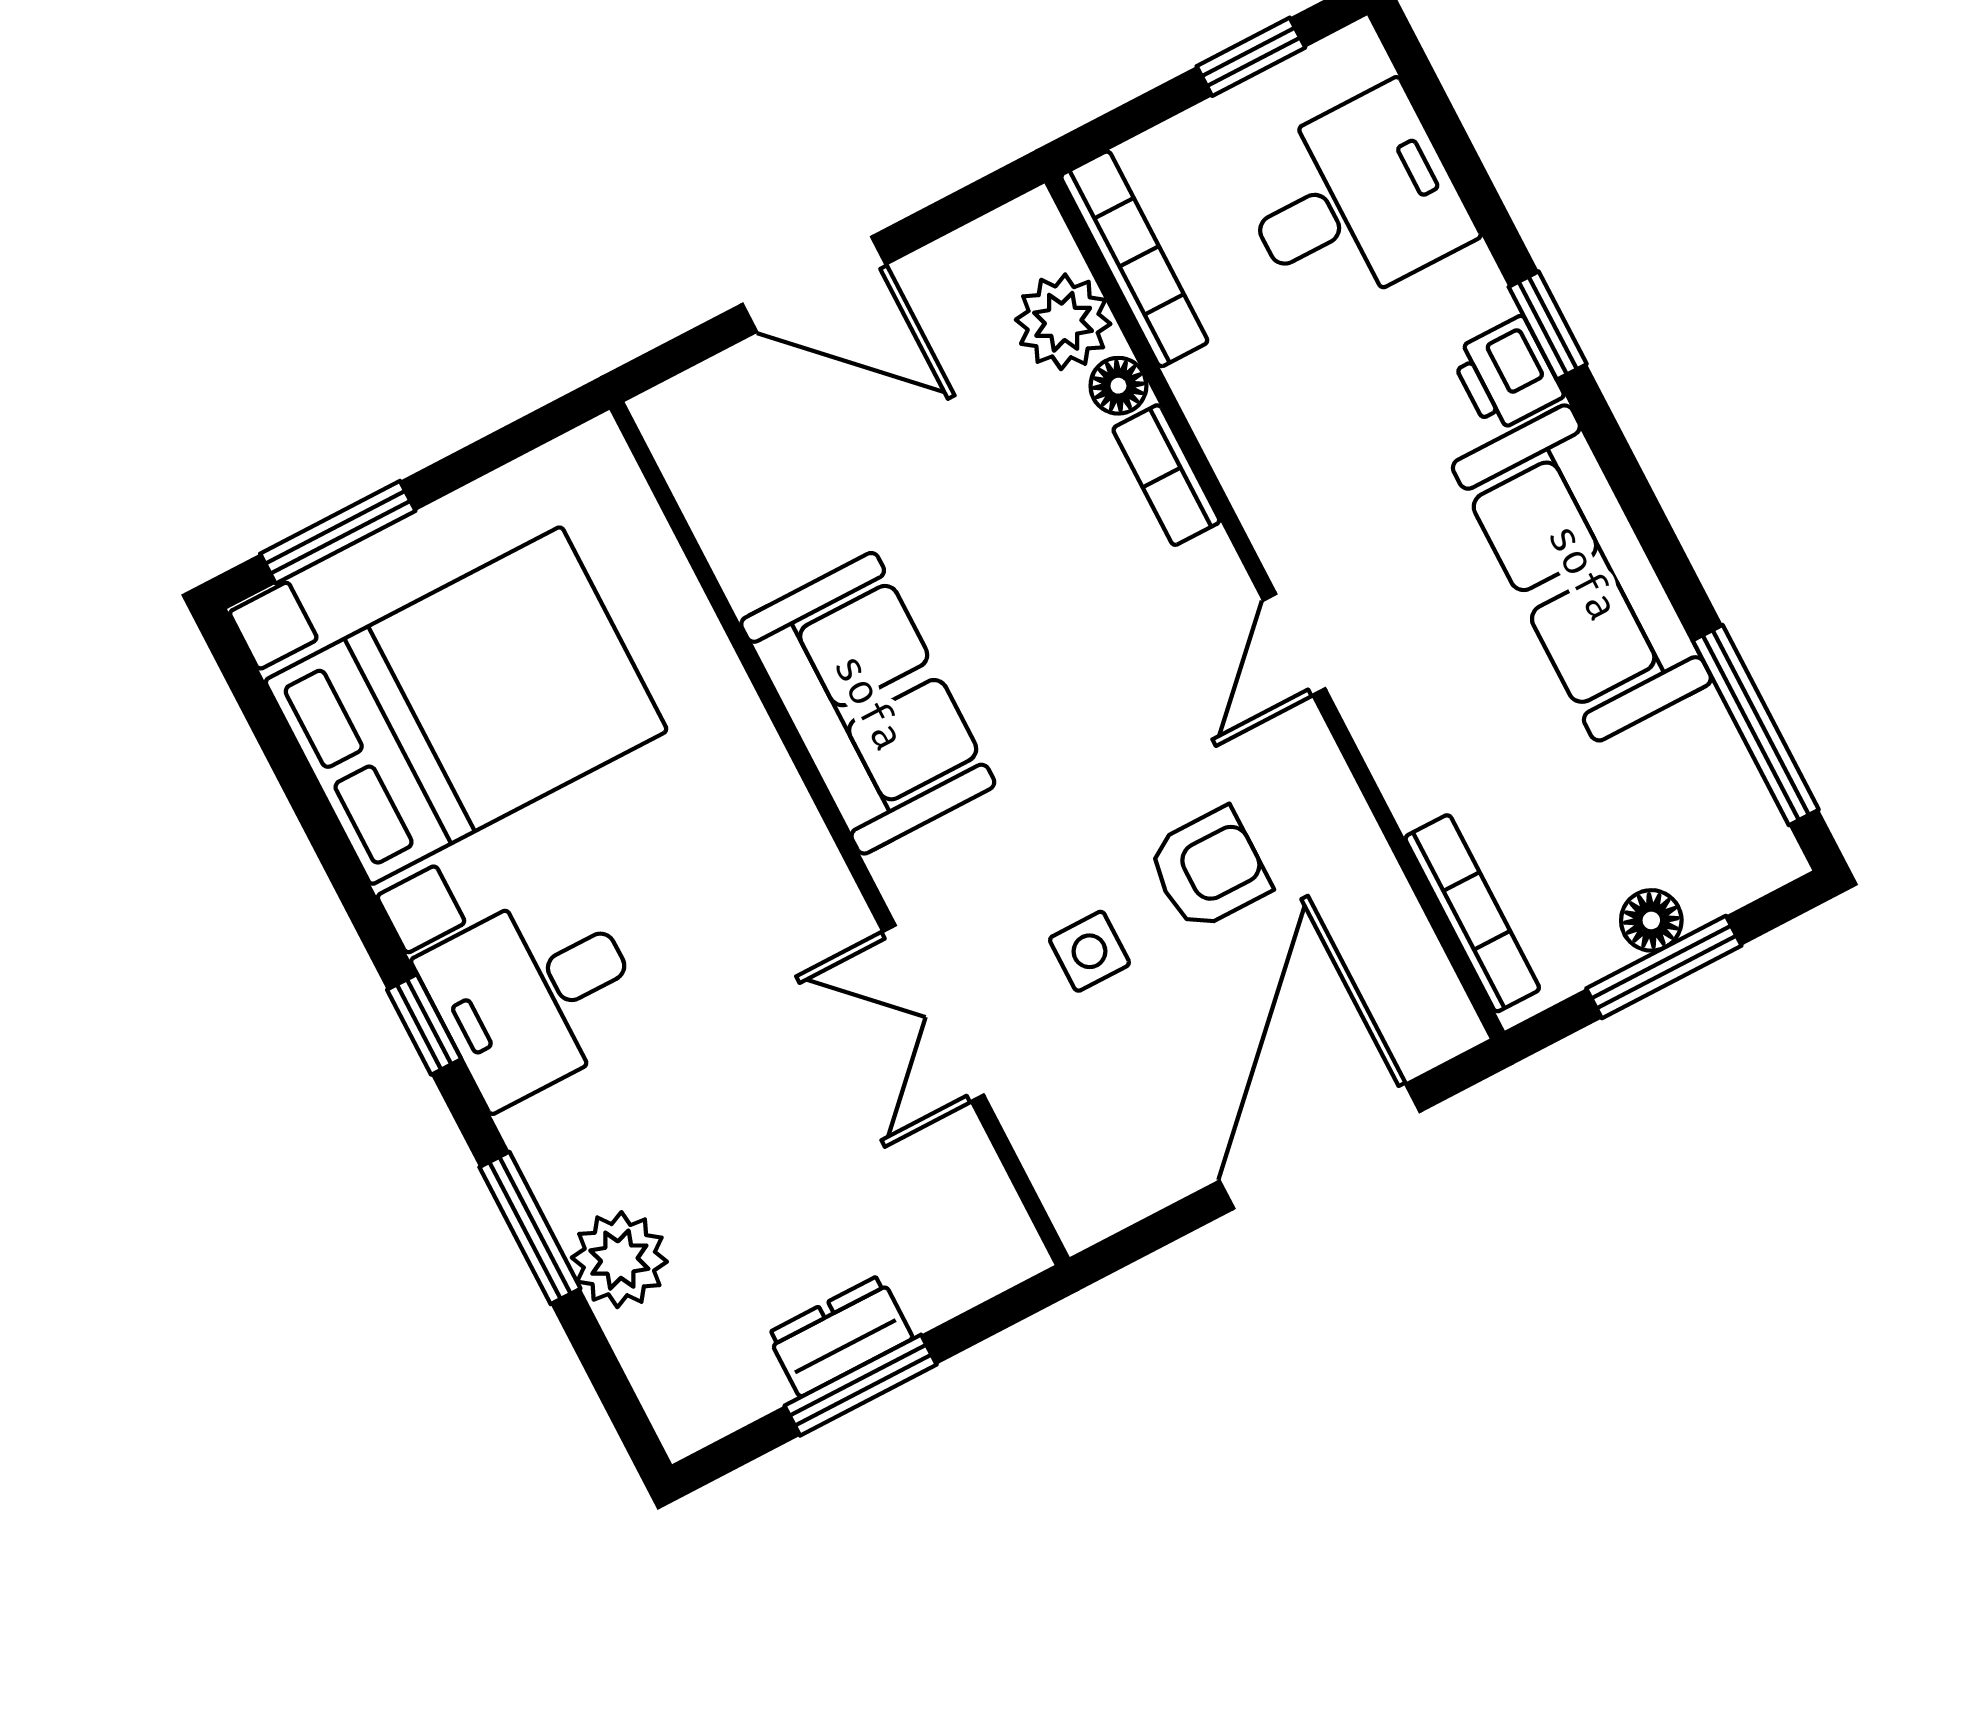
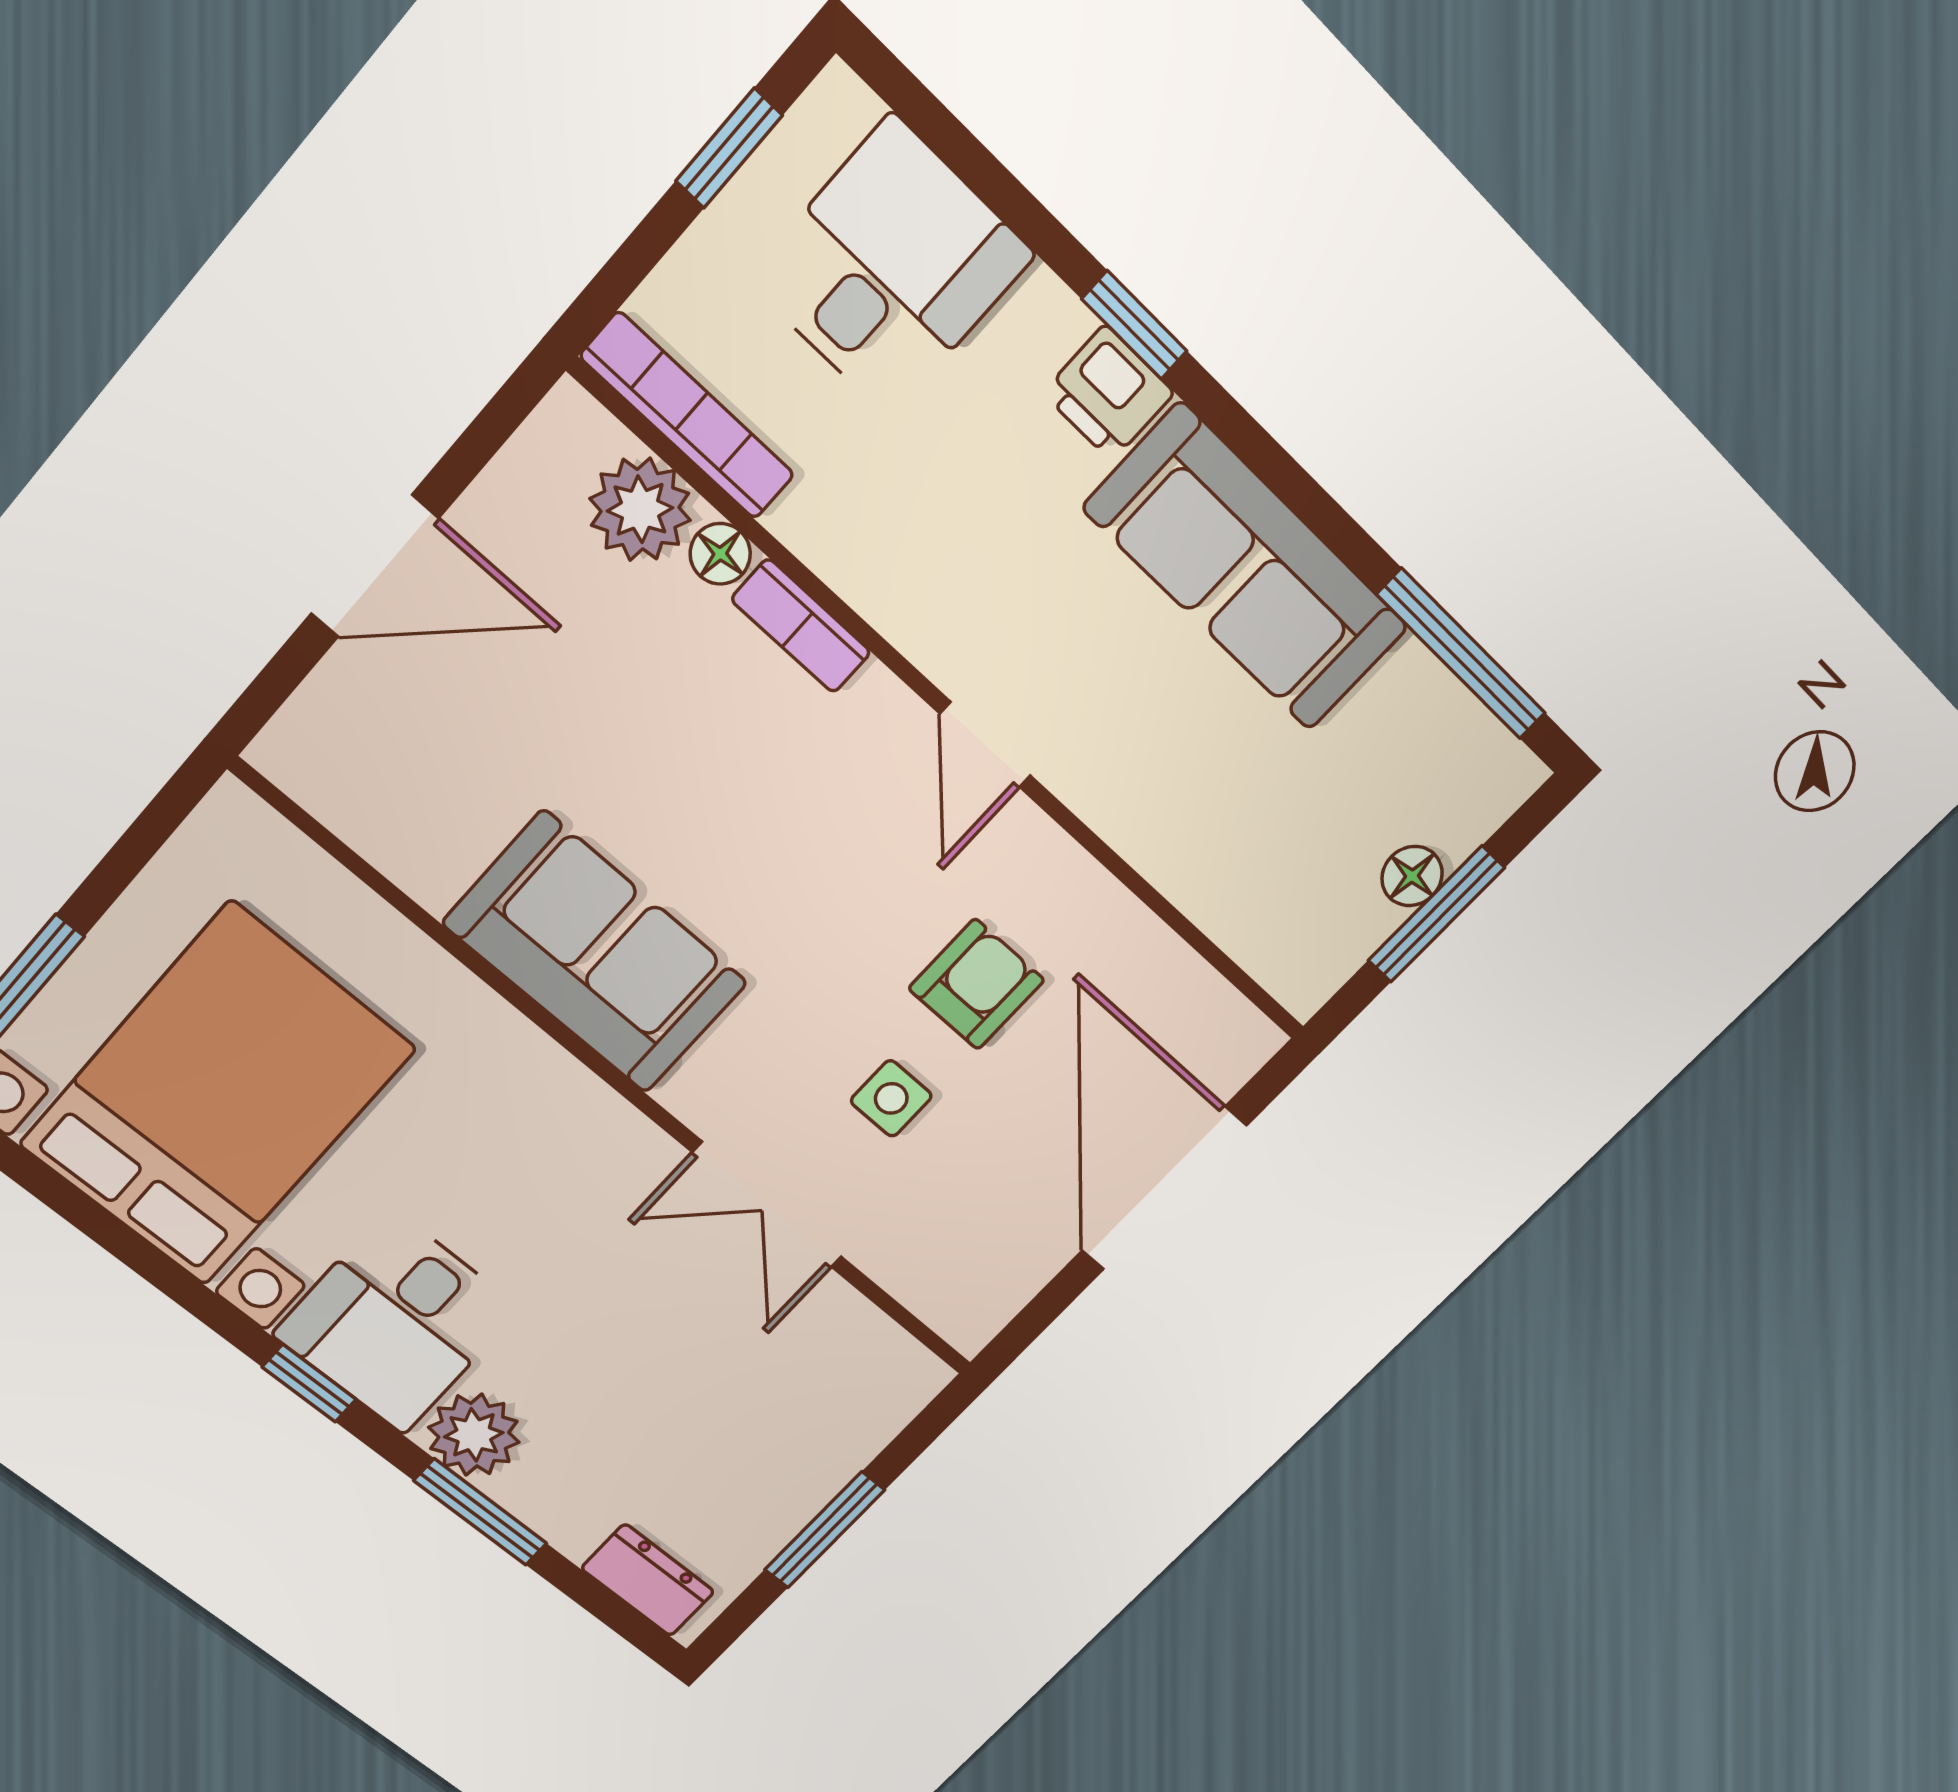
bookcase: (1472, 913) -> (1239, 932), removed
plant: (619, 1260) -> (474, 1435), moved
dresser: (840, 1336) -> (648, 1580), moved, turned 90

